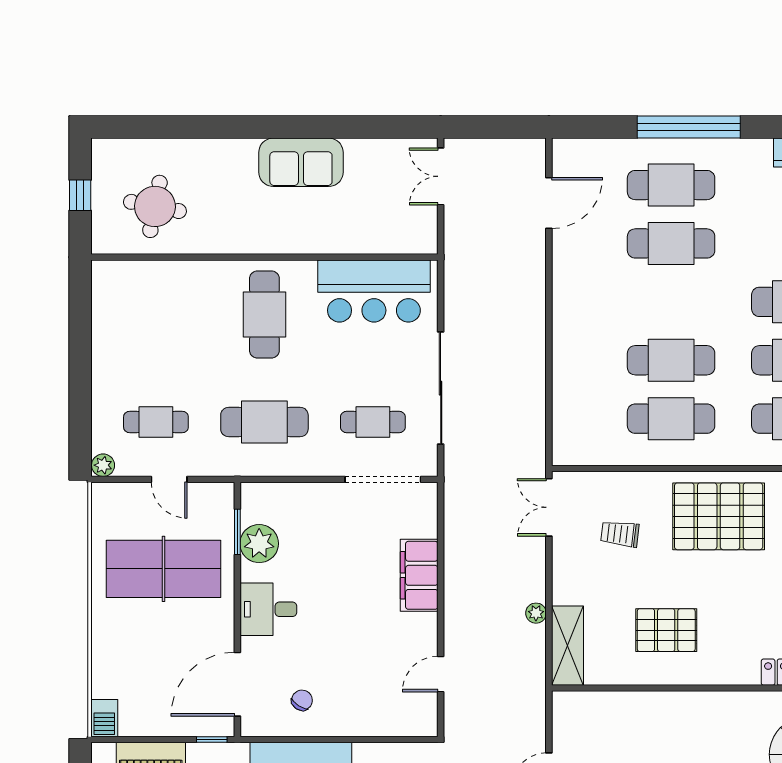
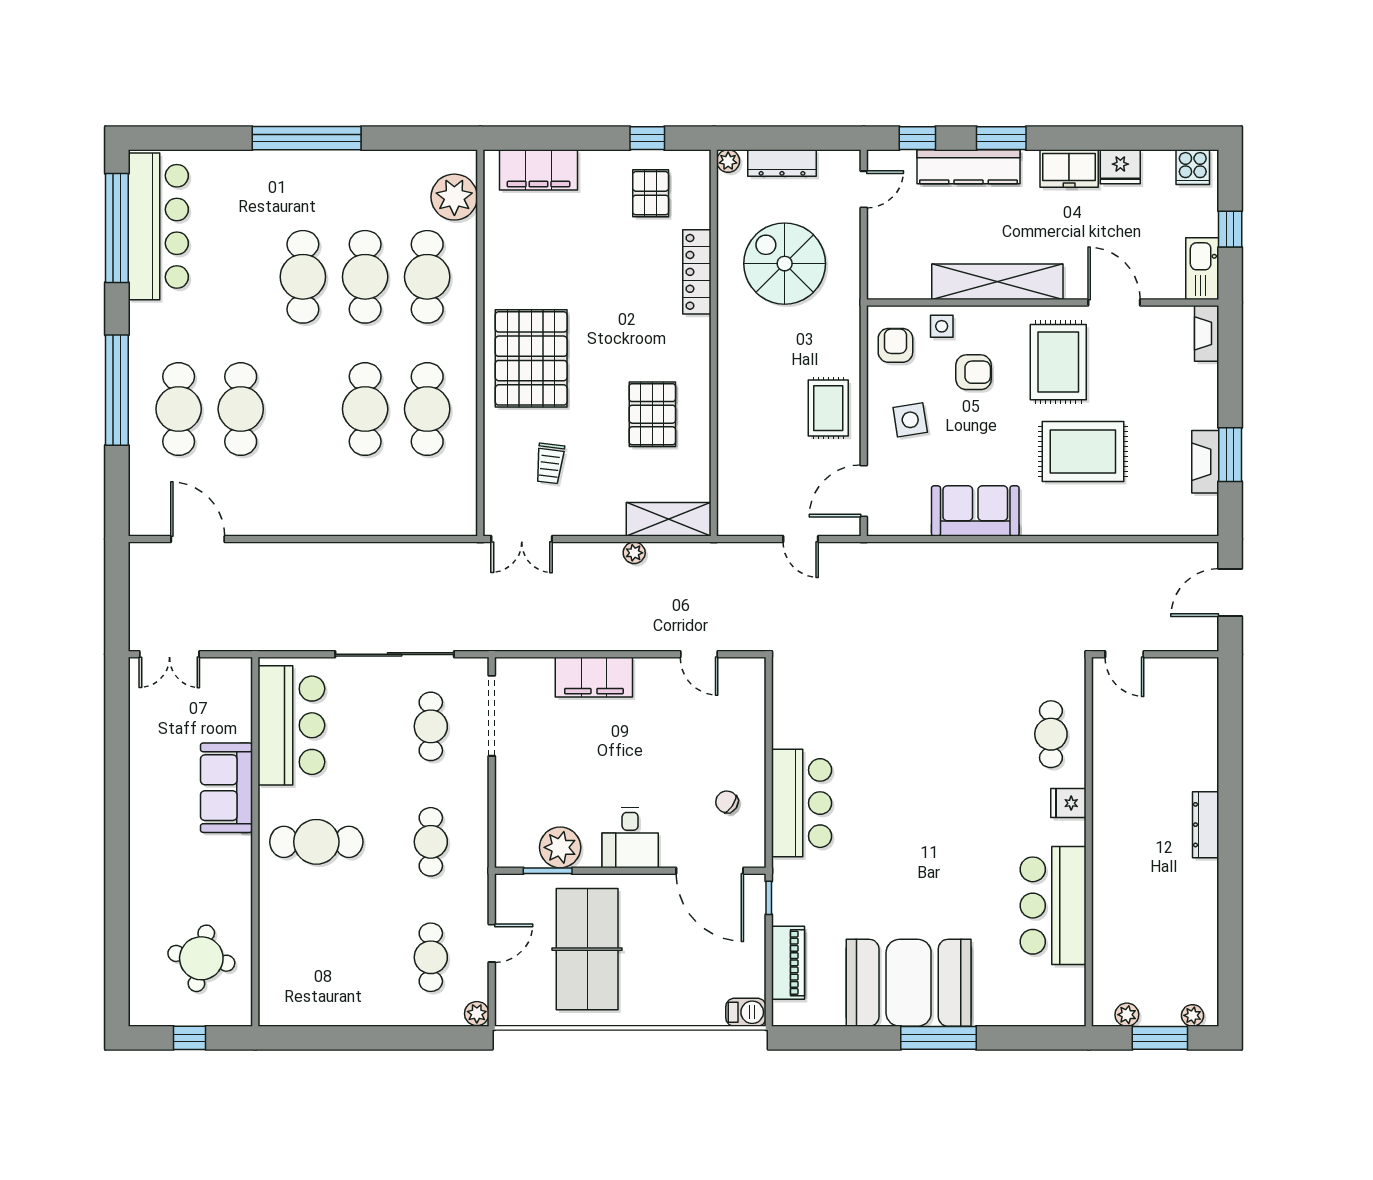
sofa: (301, 162) -> (226, 788), moved, turned 180
cafe table: (264, 422) -> (431, 842), width x0.73, depth x0.74

